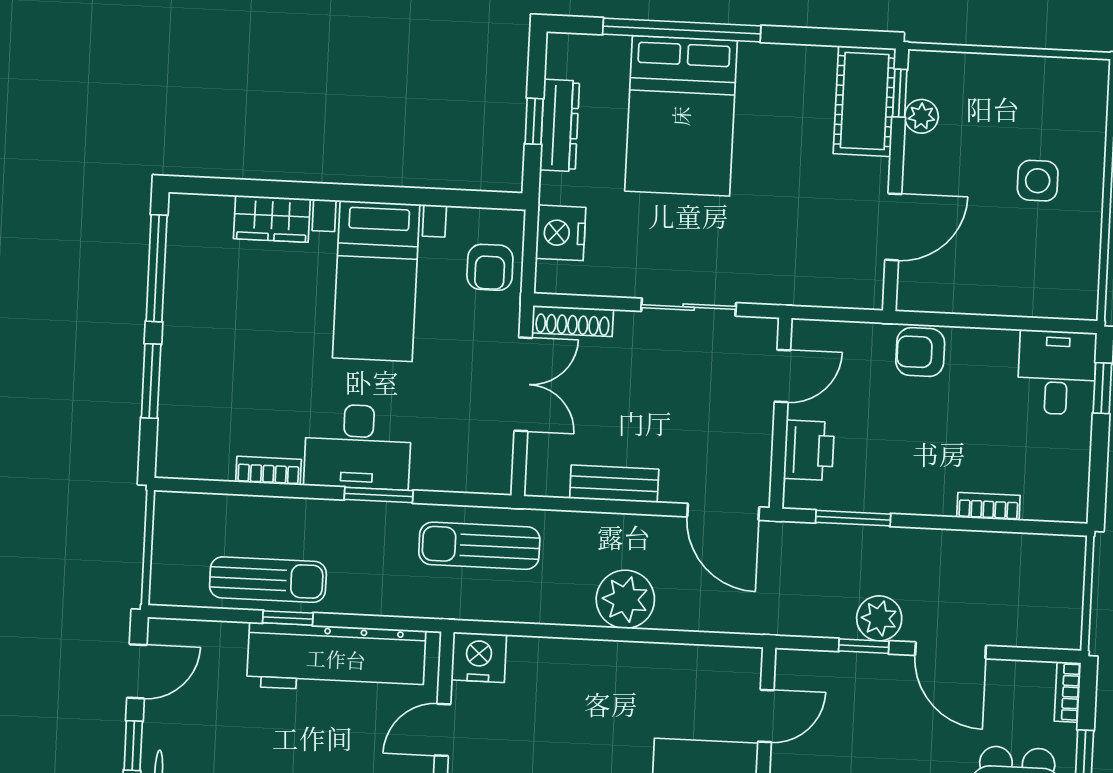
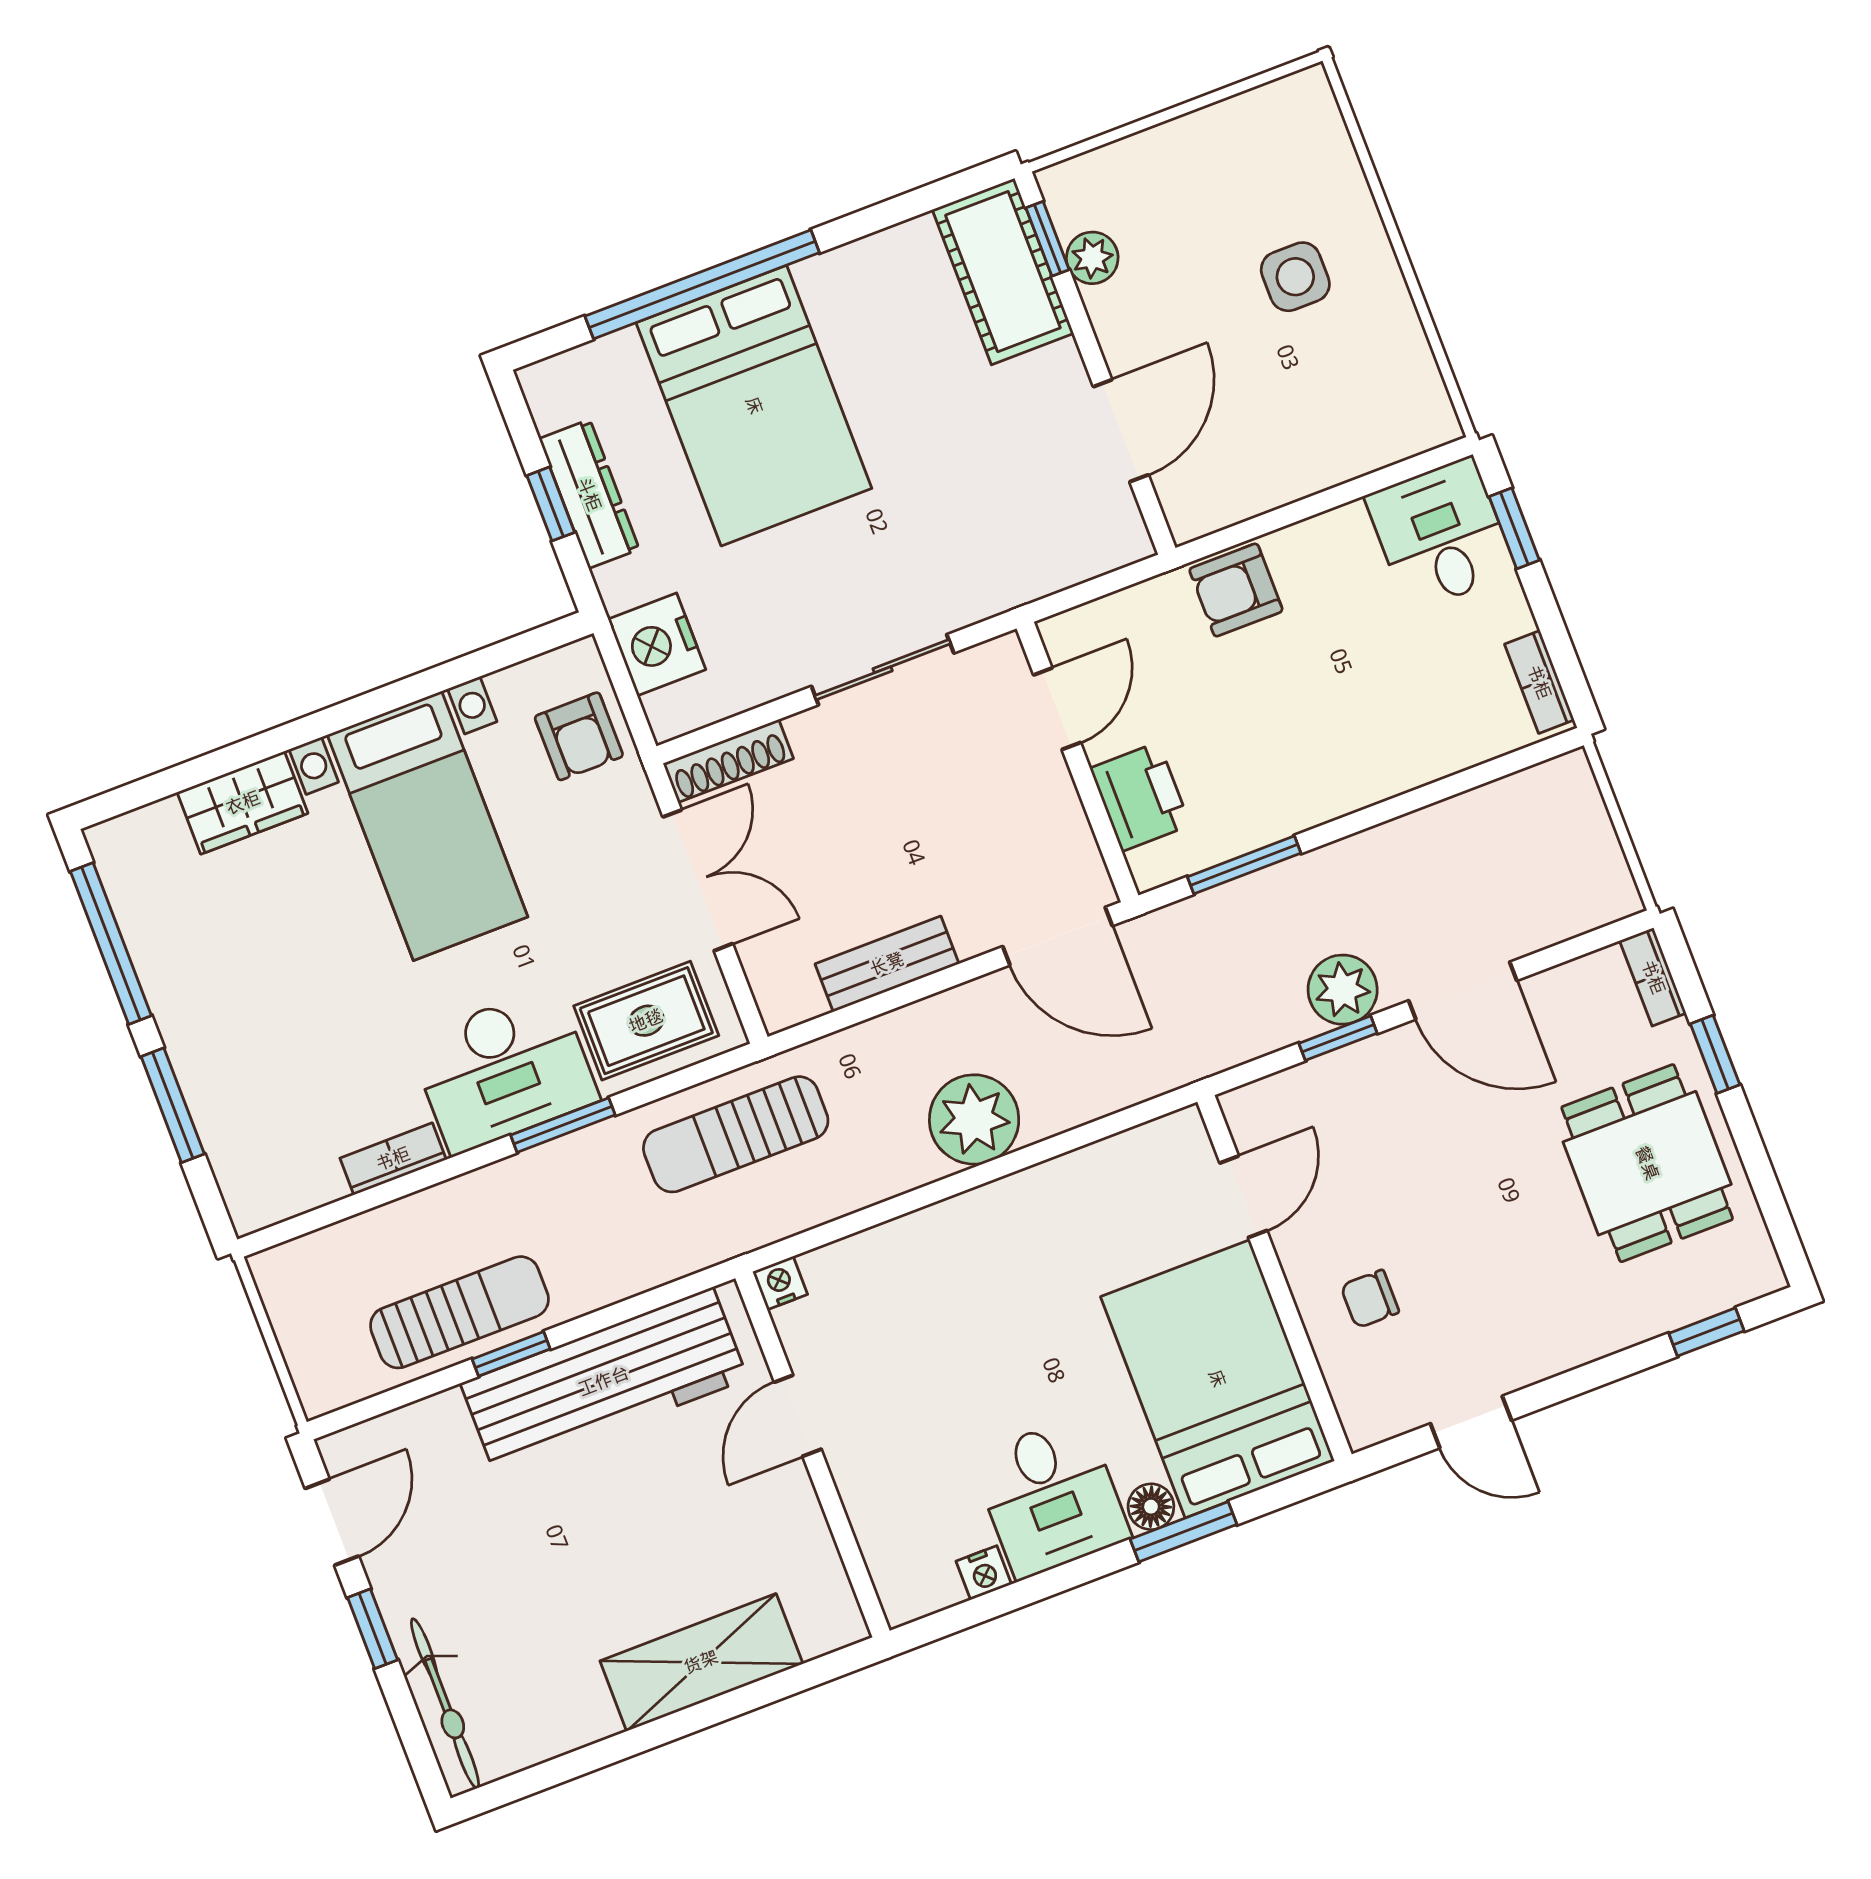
rug: (456, 455) -> (646, 1021), added
bookcase: (988, 506) -> (1539, 682), moved, turned -90
nightstand: (479, 657) -> (780, 1283), width x0.53, depth x0.56

